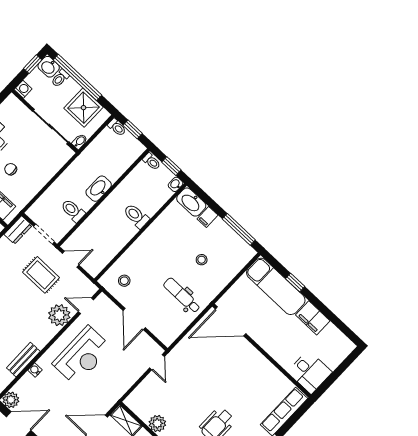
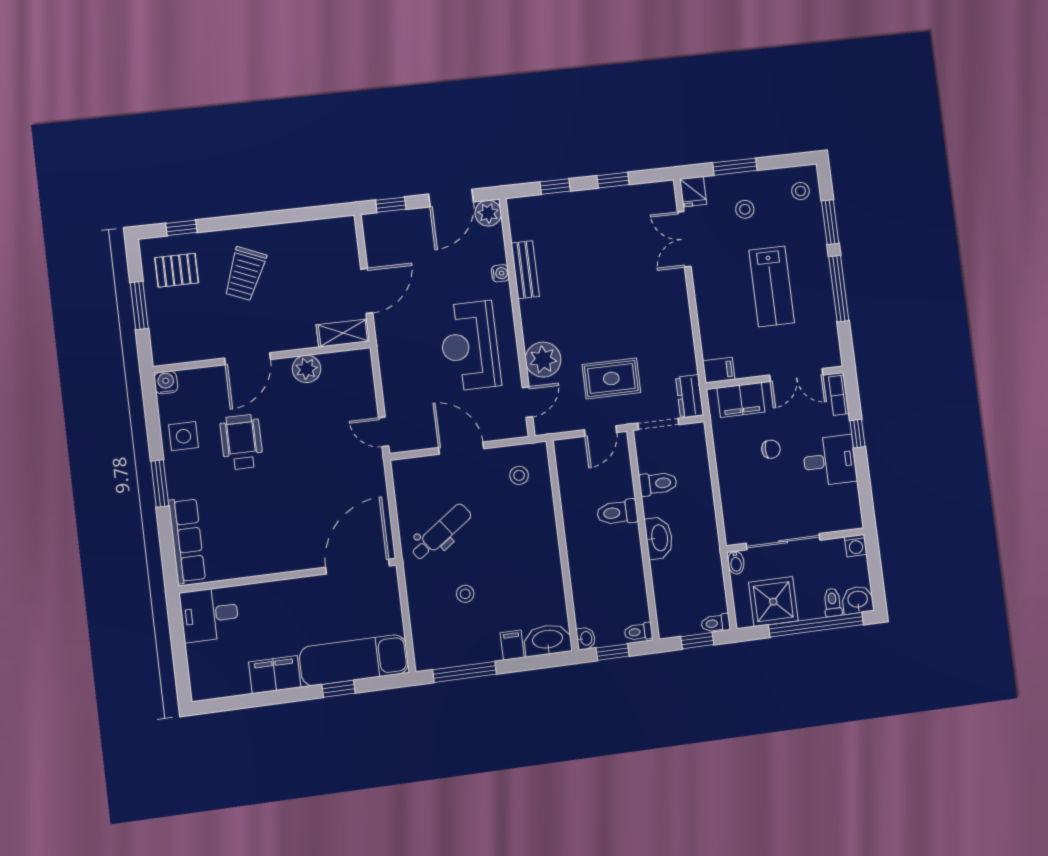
window: (33, 64) -> (877, 583), removed
toilet: (136, 216) -> (617, 512), moved, turned 180
dental chair: (182, 295) -> (441, 532), turned -36

